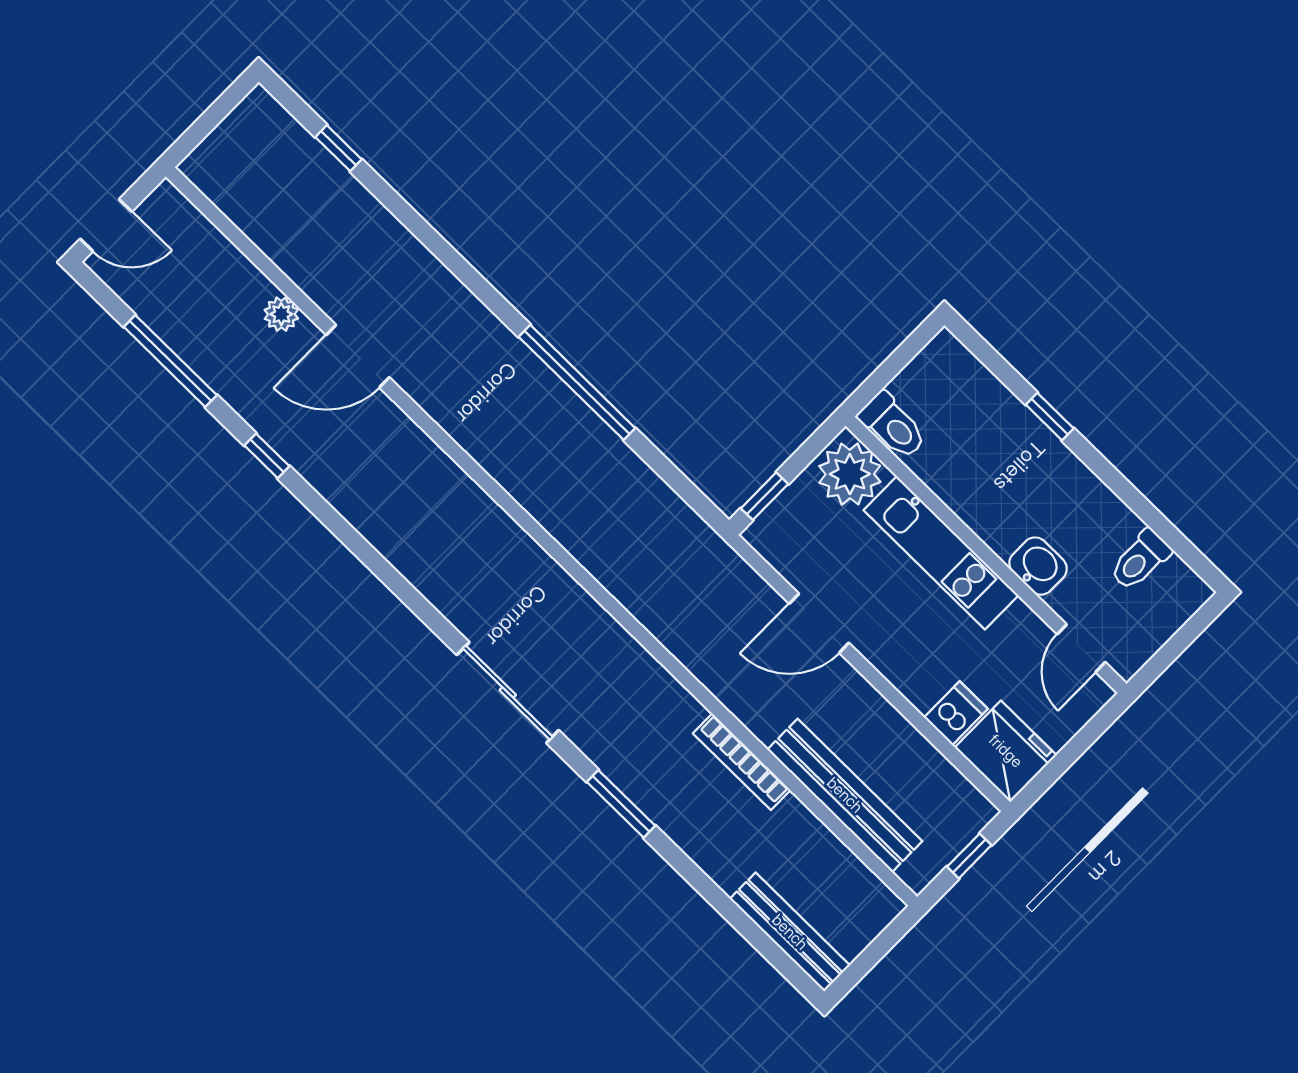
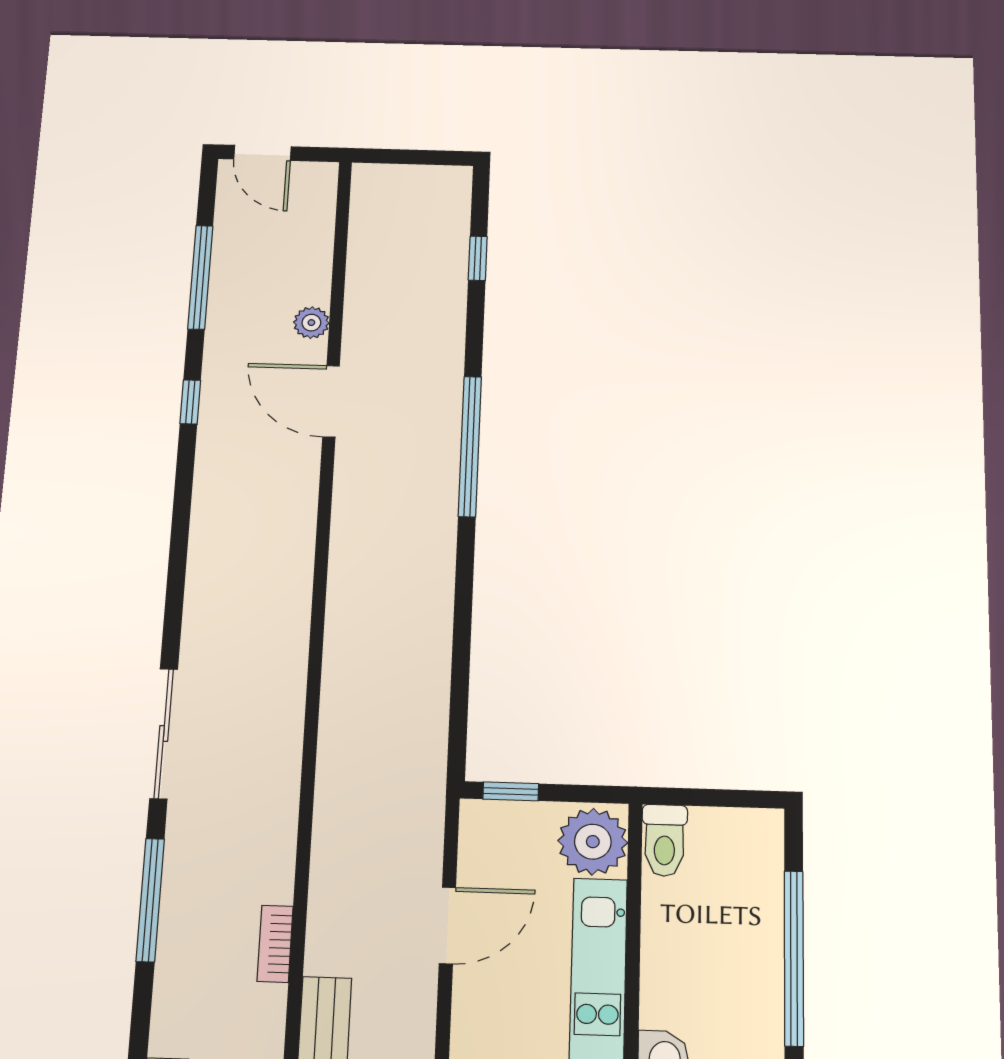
window: (577, 382) -> (470, 446), moved
window: (1050, 417) -> (794, 958), width x3.17
door: (819, 623) -> (447, 925), swing flipped
bookcase: (742, 762) -> (275, 944), width x0.64
window: (621, 804) -> (150, 900), width x1.44

